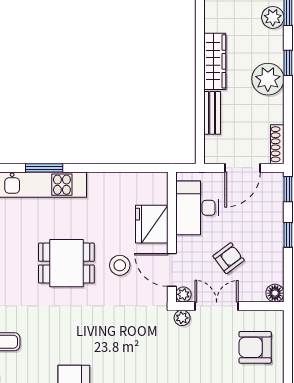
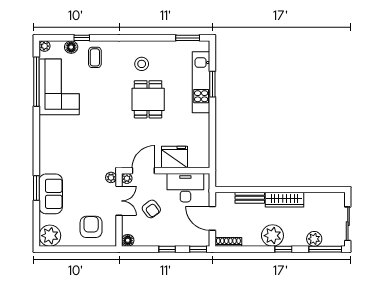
stool: (120, 265) -> (142, 64), moved

